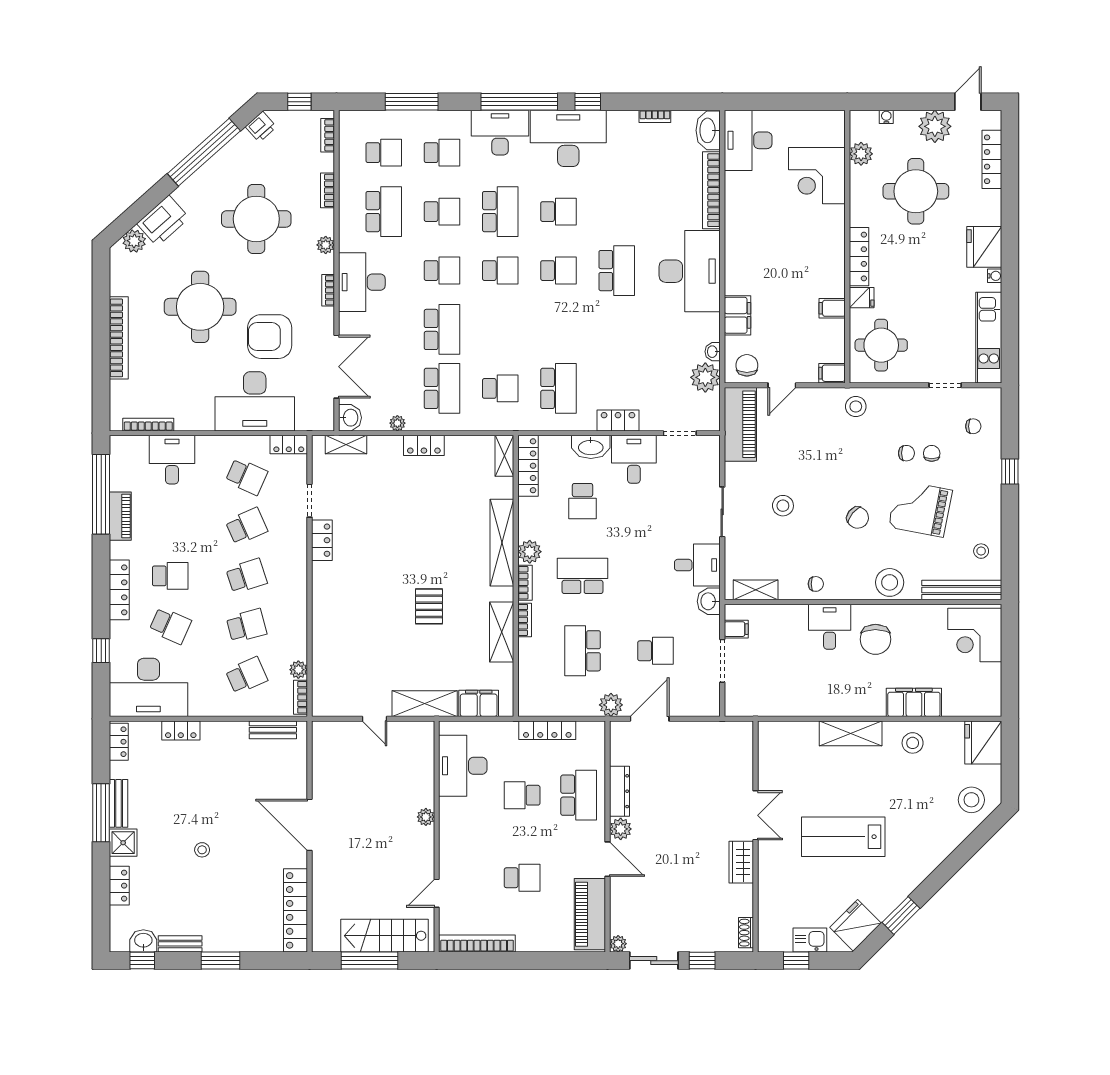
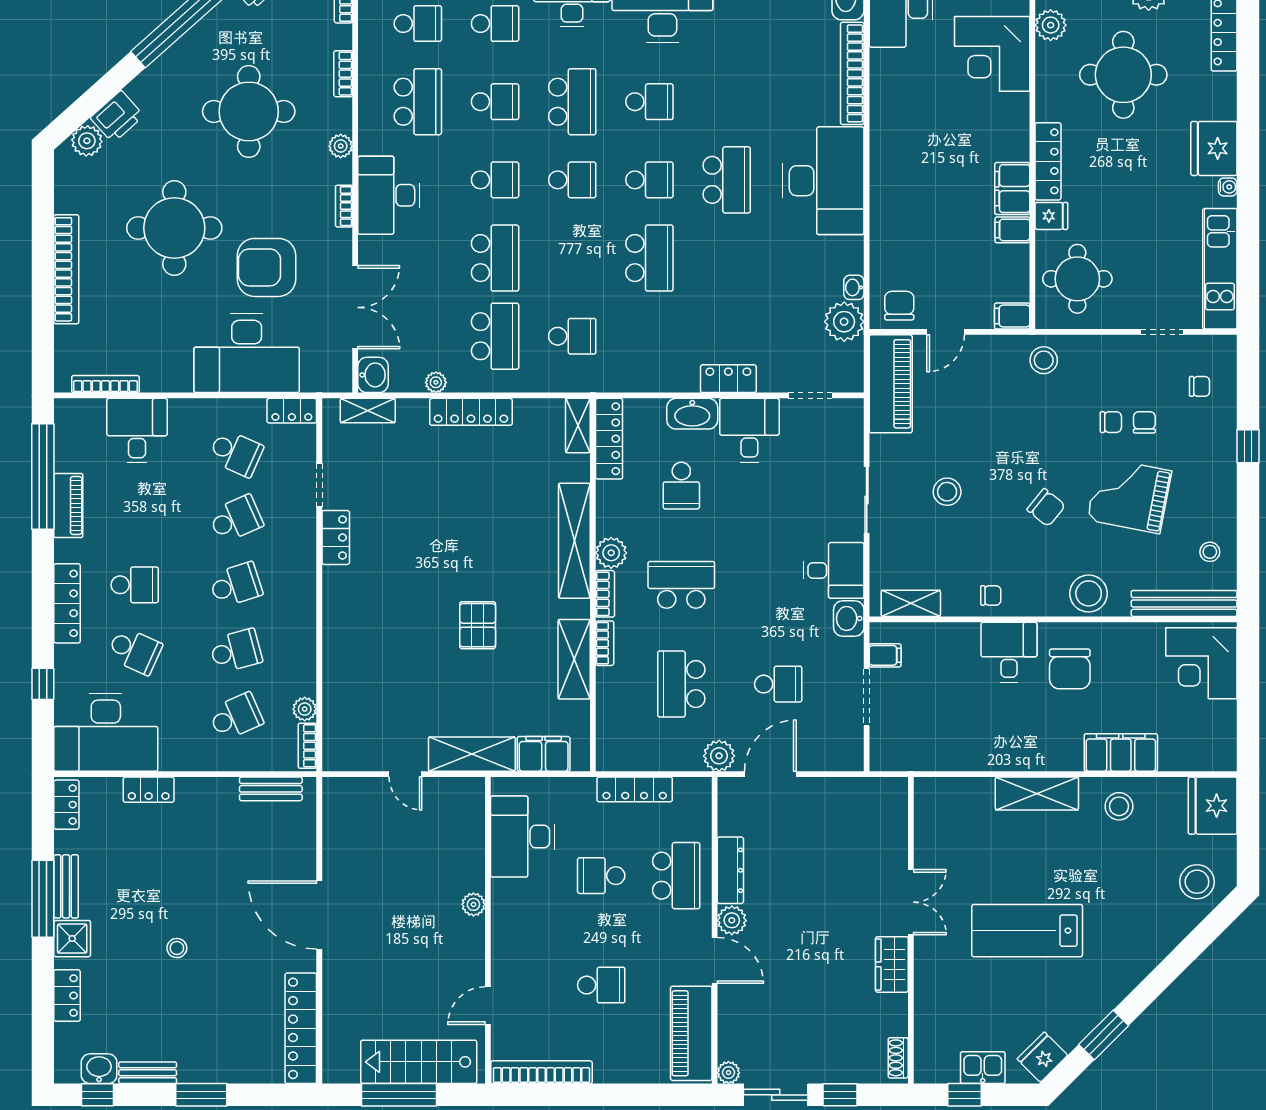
printer: (163, 221) -> (117, 117), width x0.73, depth x0.84
filing cabinet: (737, 315) -> (1012, 189), moved, turned 180
school desk: (559, 388) -> (649, 258), moved
locker: (424, 445) -> (471, 412), width x1.53
fridge: (856, 925) -> (1042, 1057), width x0.73, depth x0.75

